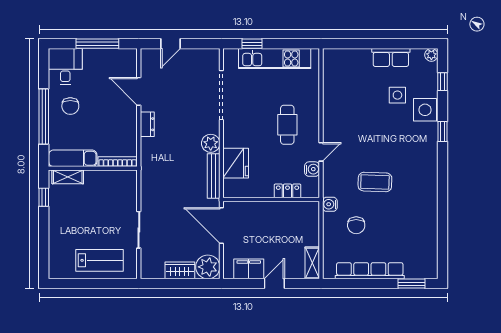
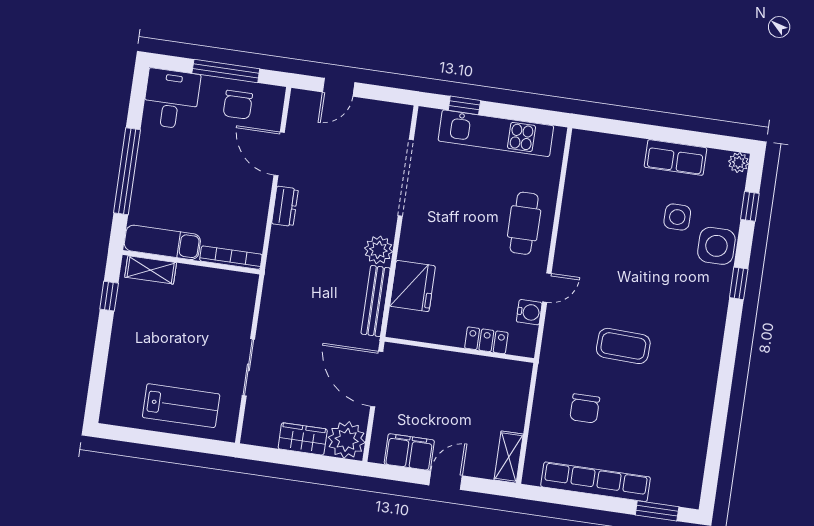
chair: (70, 106) -> (238, 105), moved
cafe table: (287, 125) -> (524, 223), moved
water cooler: (330, 204) -> (549, 370), removed

